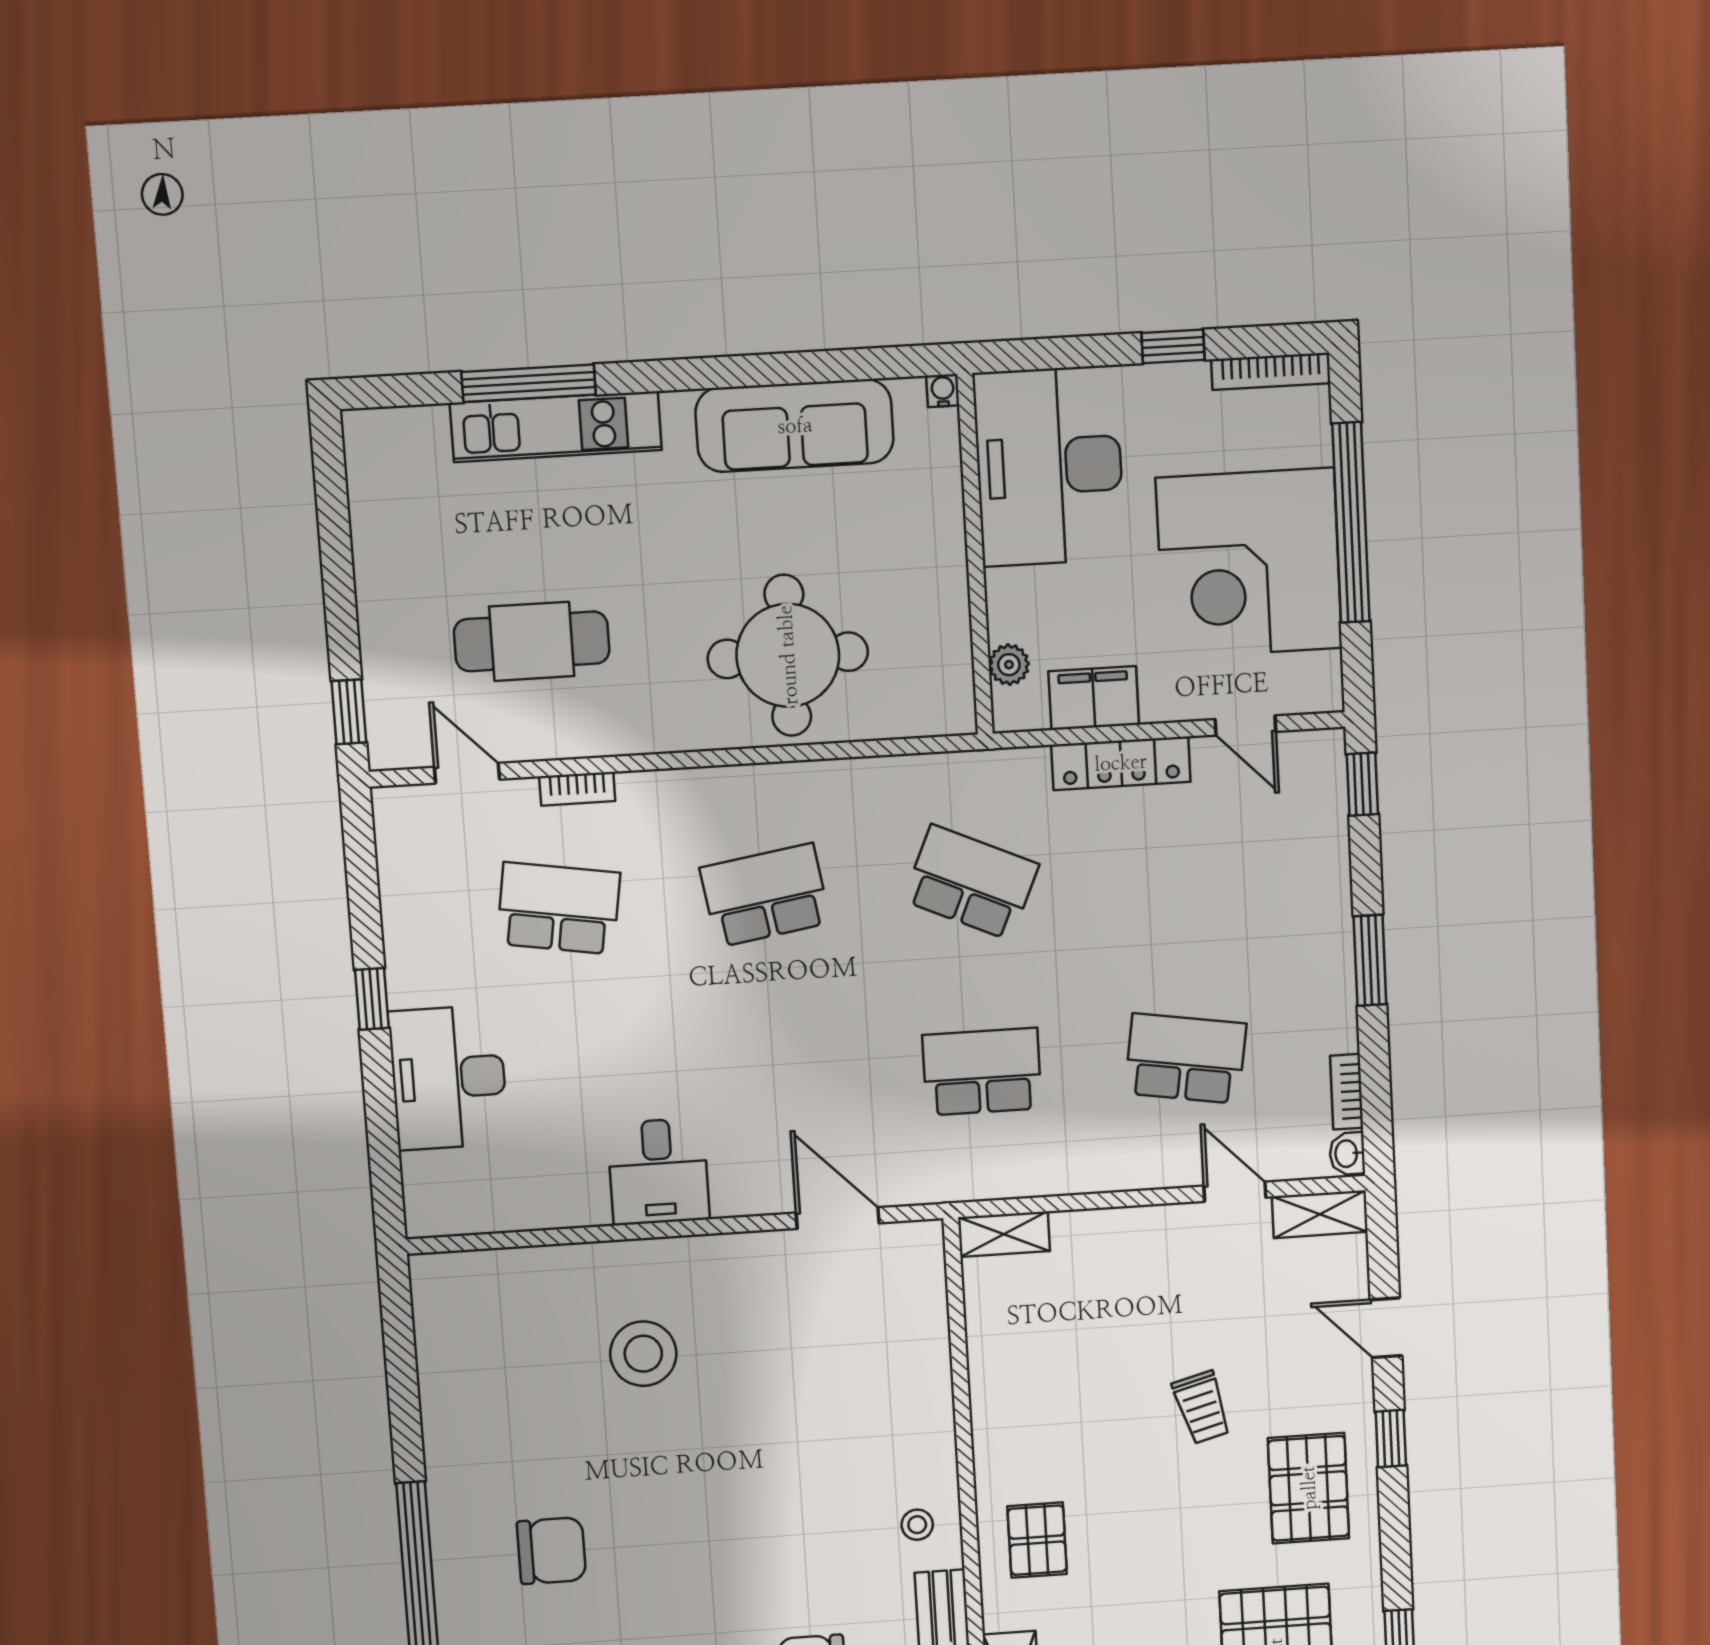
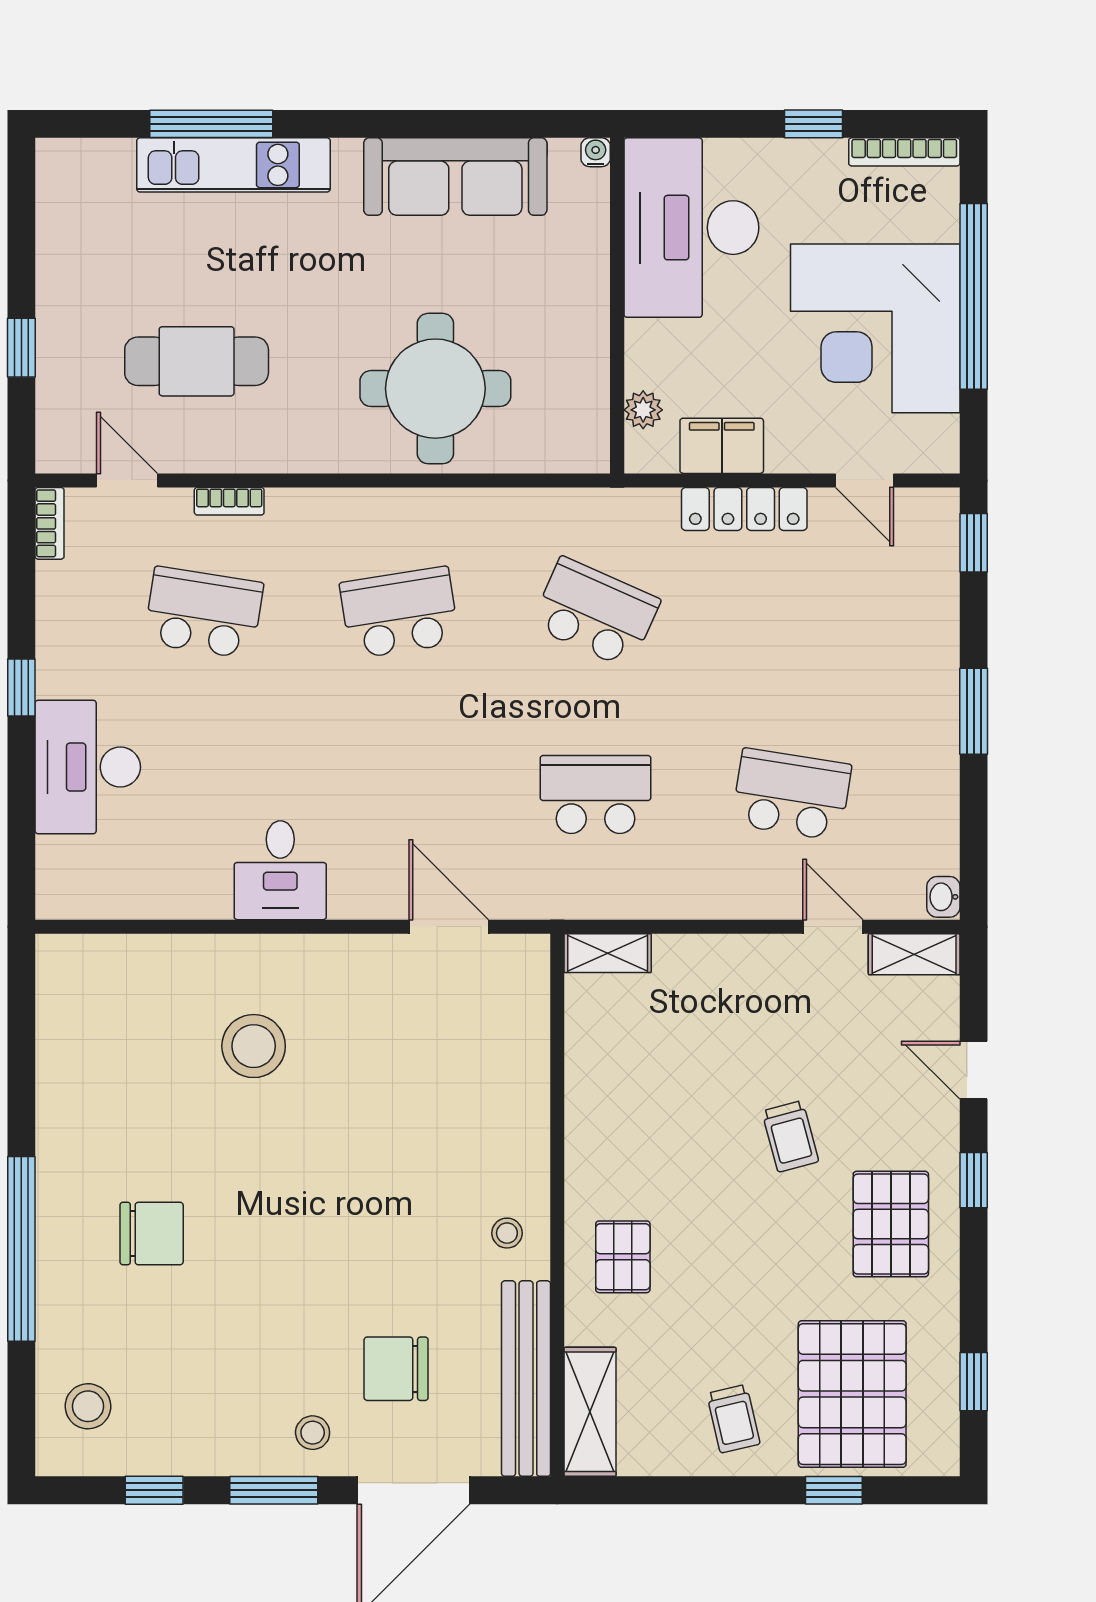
window: (349, 712) -> (21, 348), moved
bookcase: (1347, 1092) -> (50, 523), moved, turned 180

